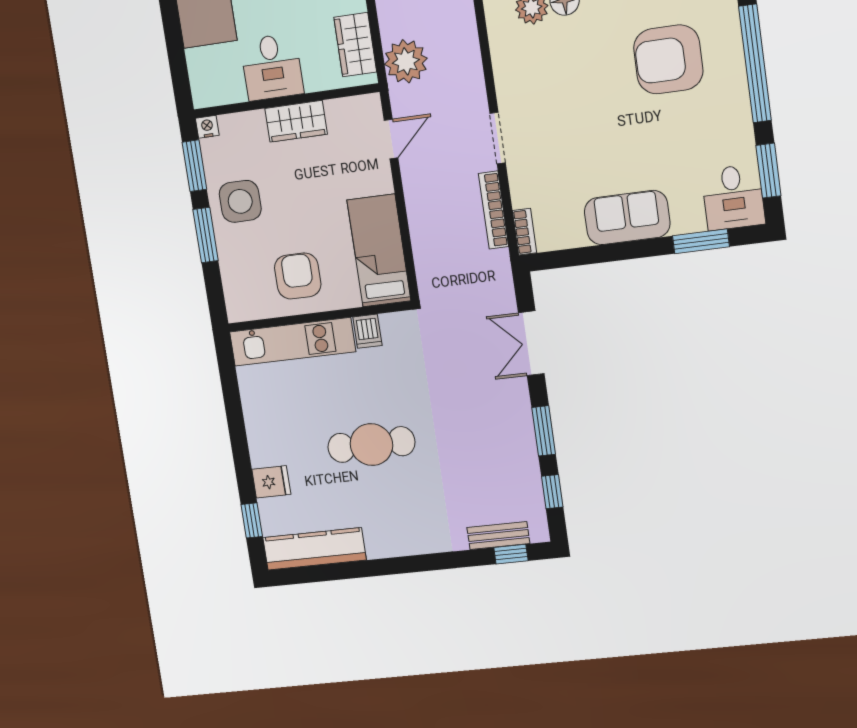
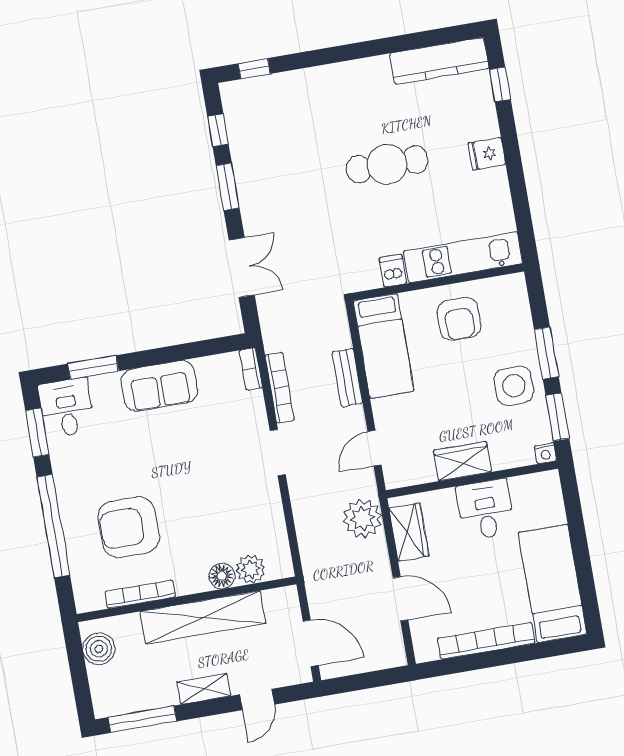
armchair: (668, 59) -> (129, 527), turned 180
fridge: (271, 482) -> (487, 154), moved
bench: (498, 536) -> (347, 378), moved, turned 90

